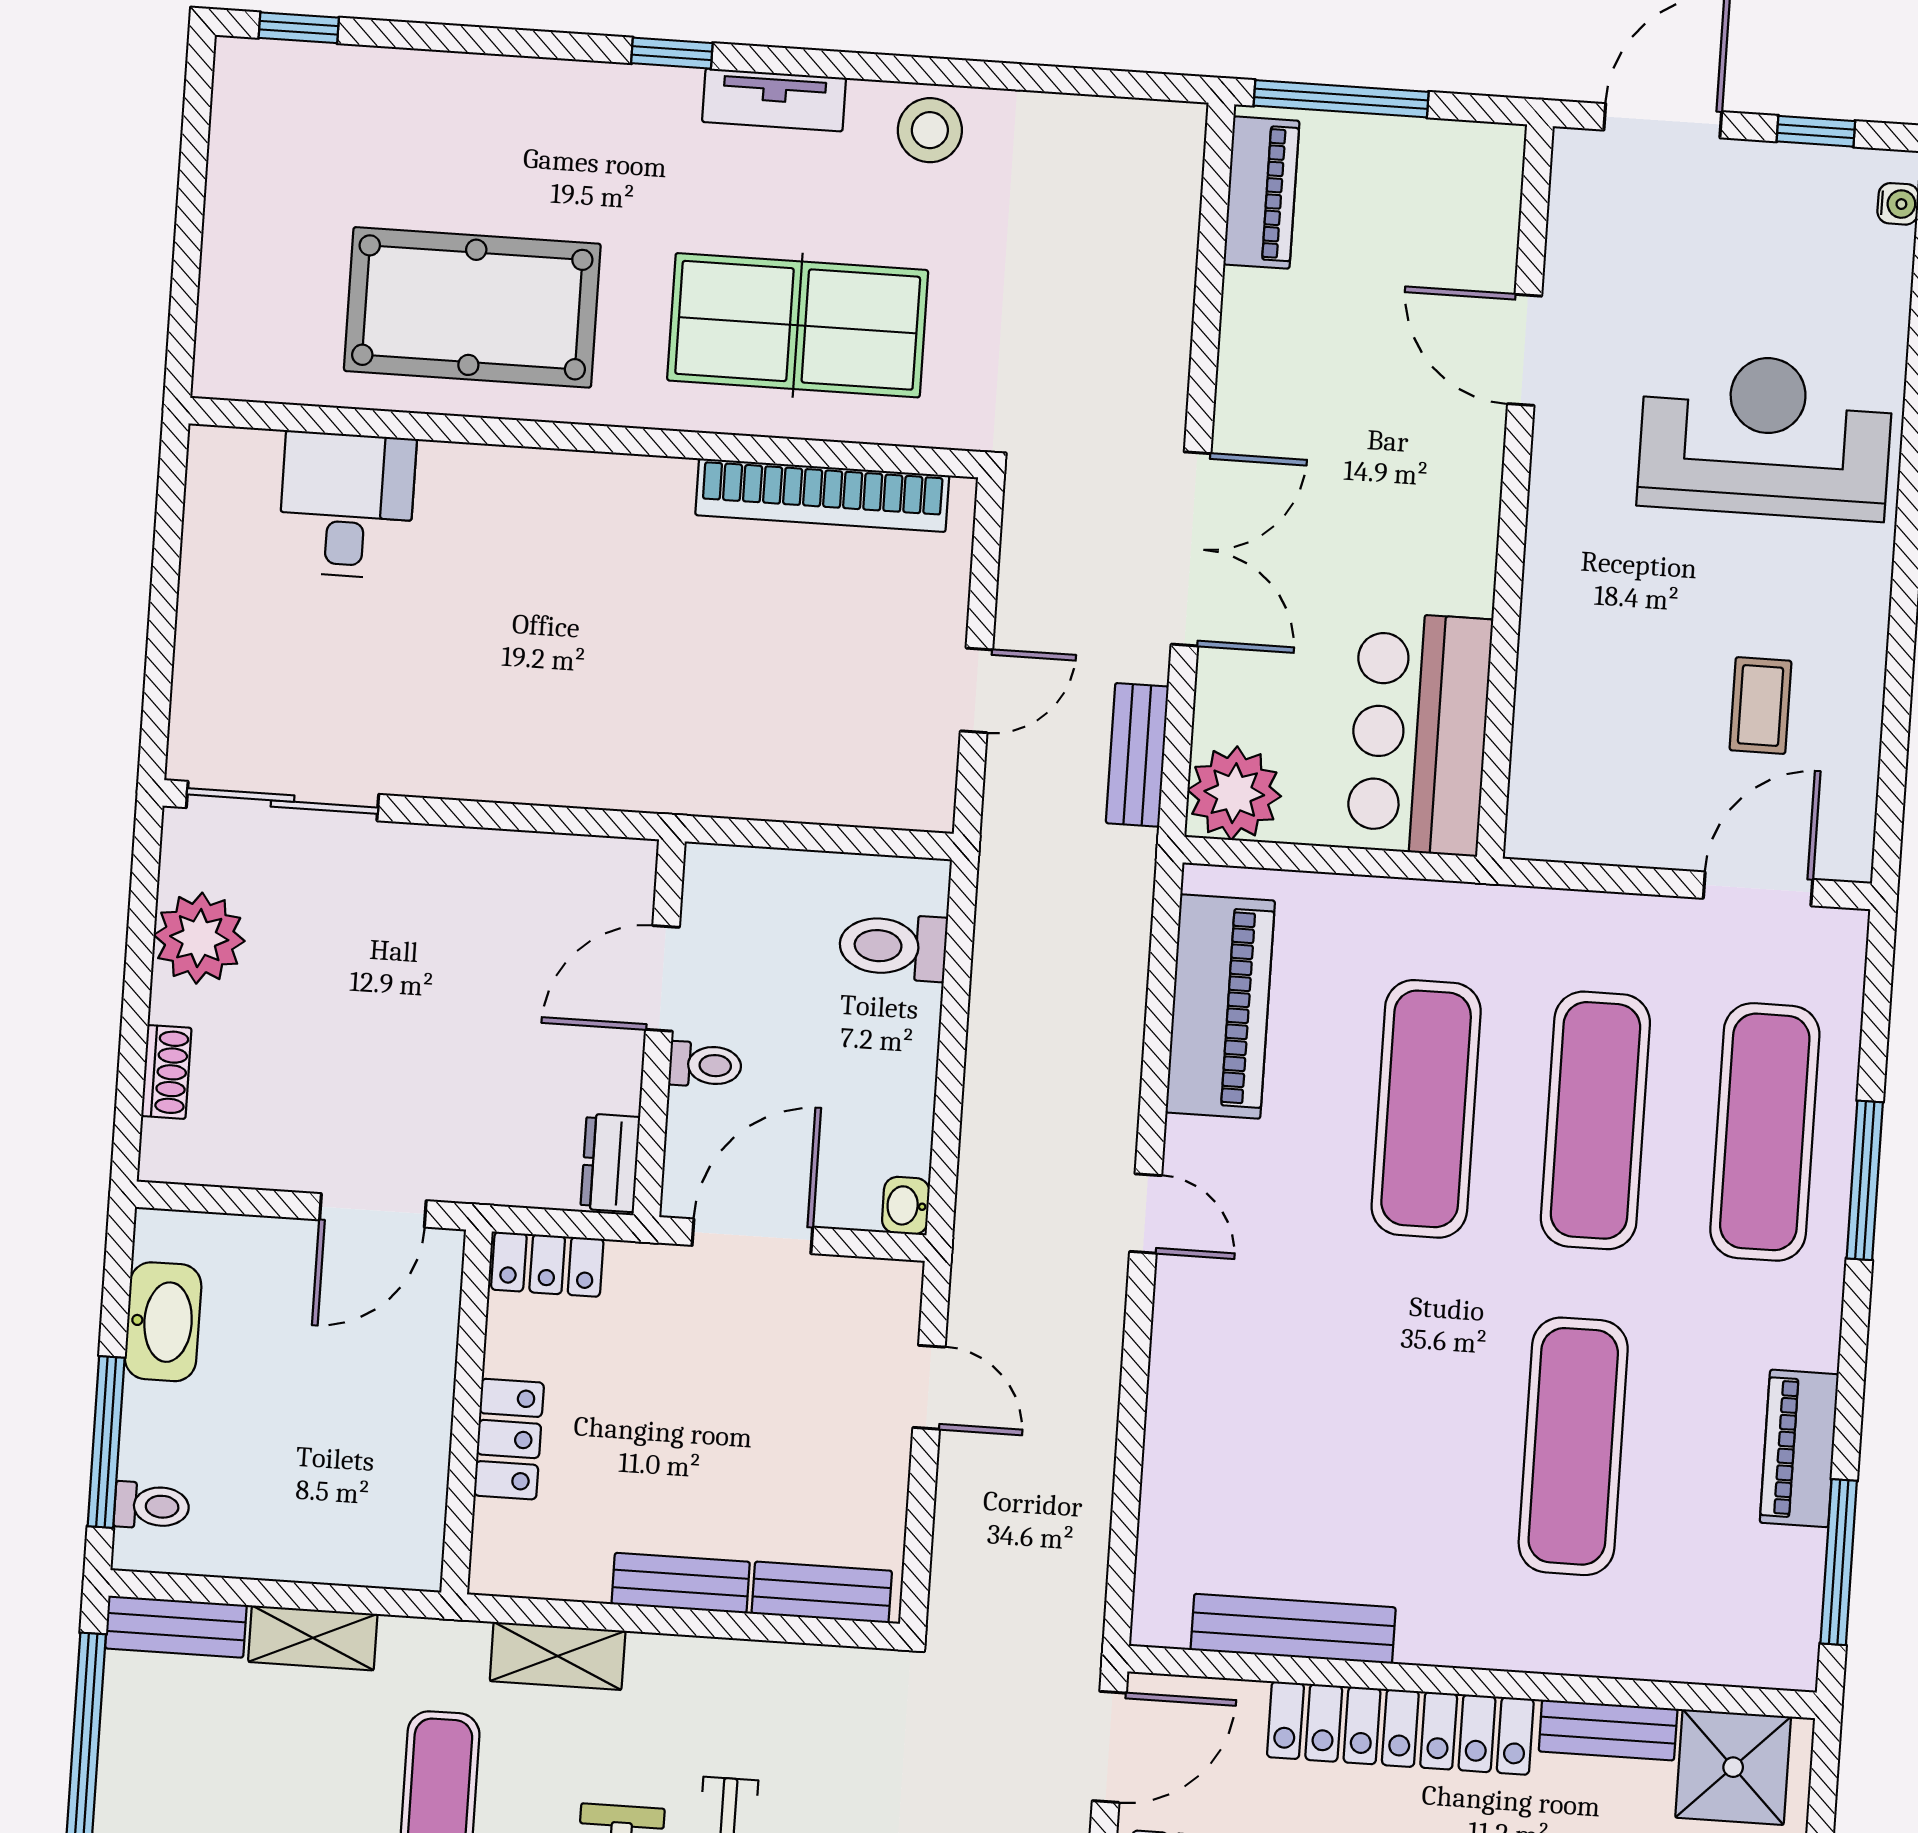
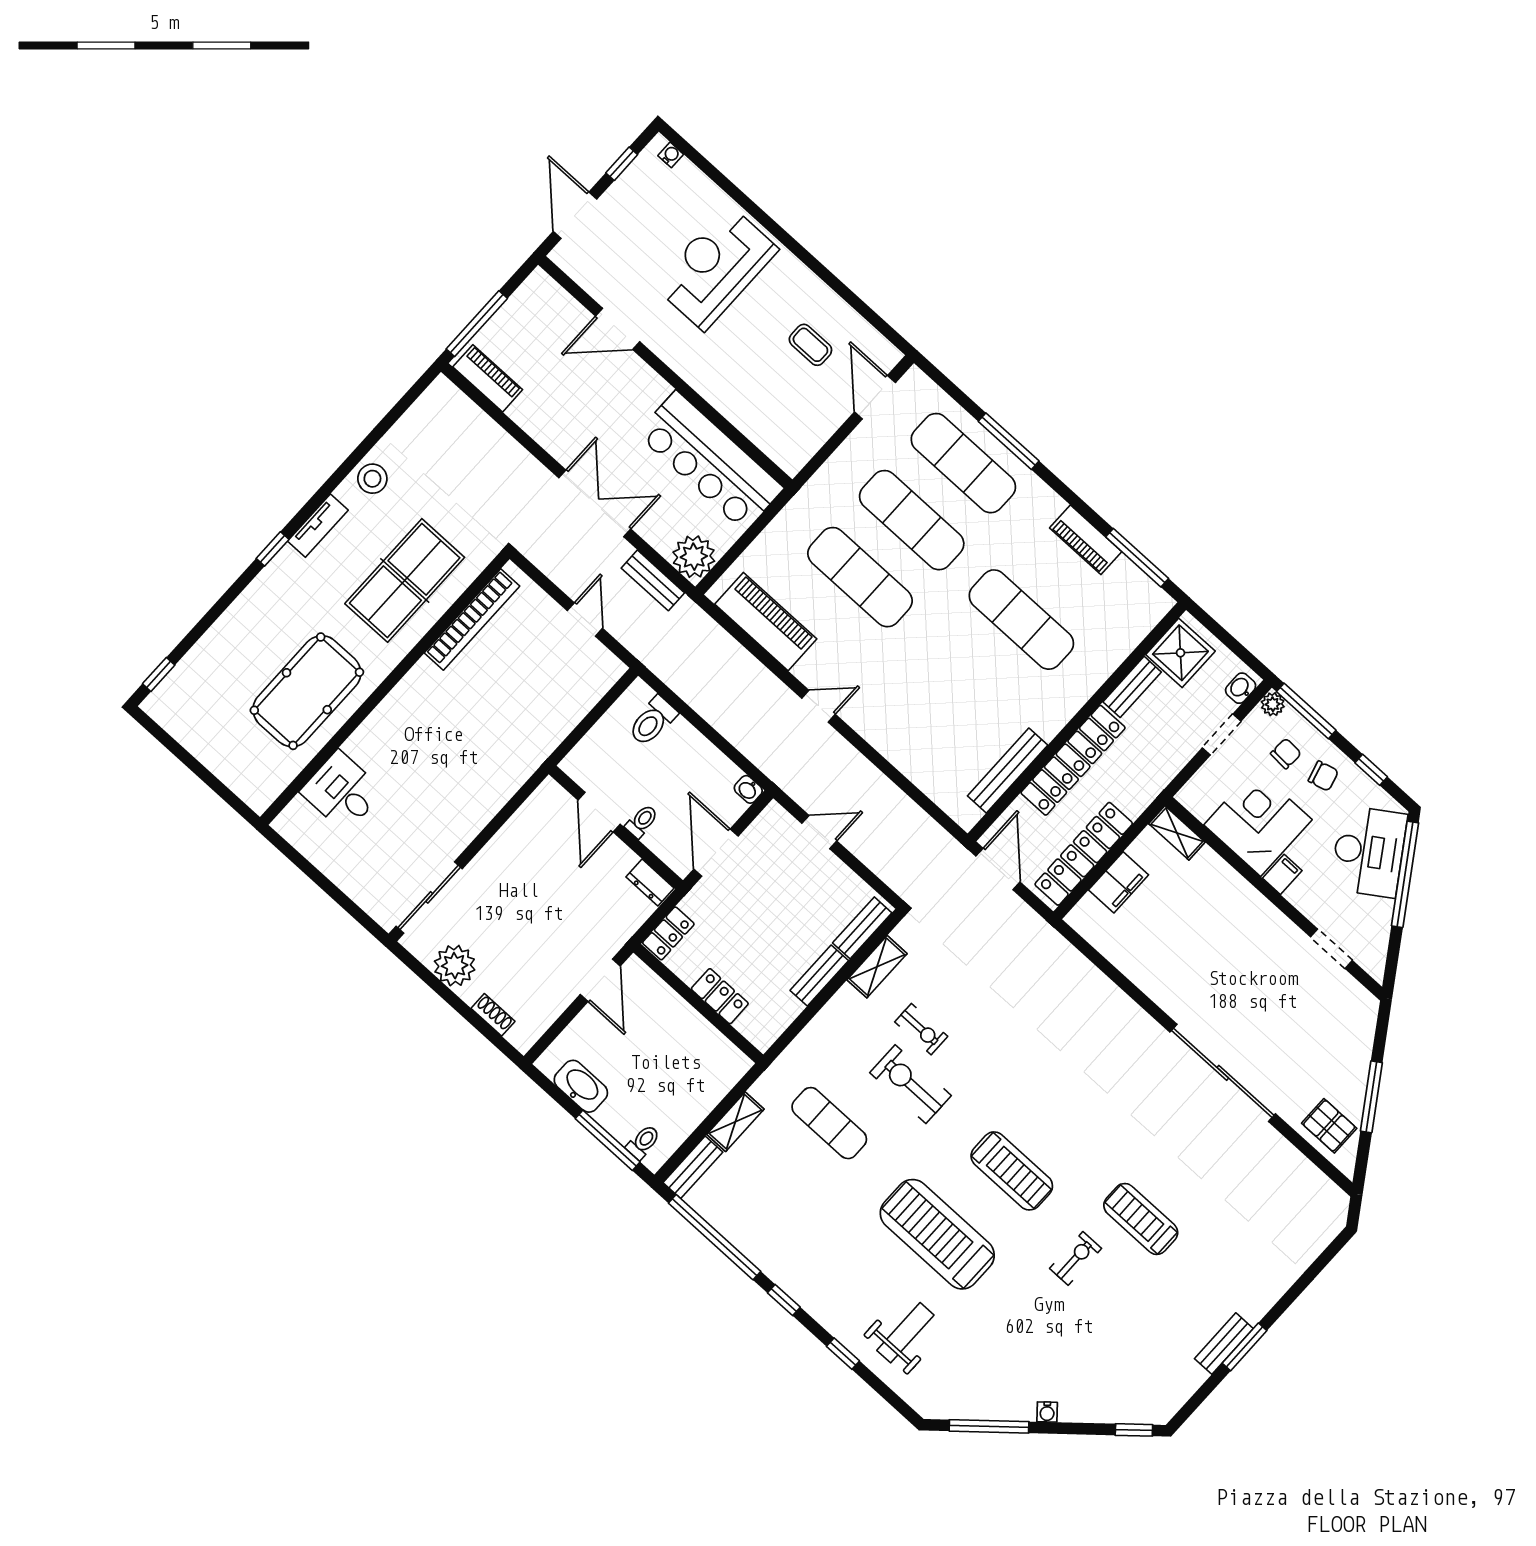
bar counter: (1419, 734) -> (710, 461), width x1.36
shelving: (558, 1656) -> (877, 967), moved

